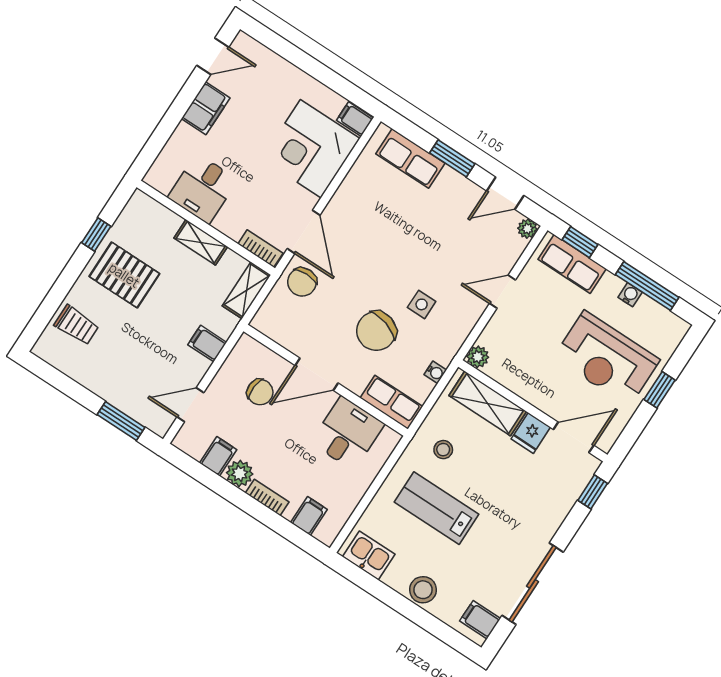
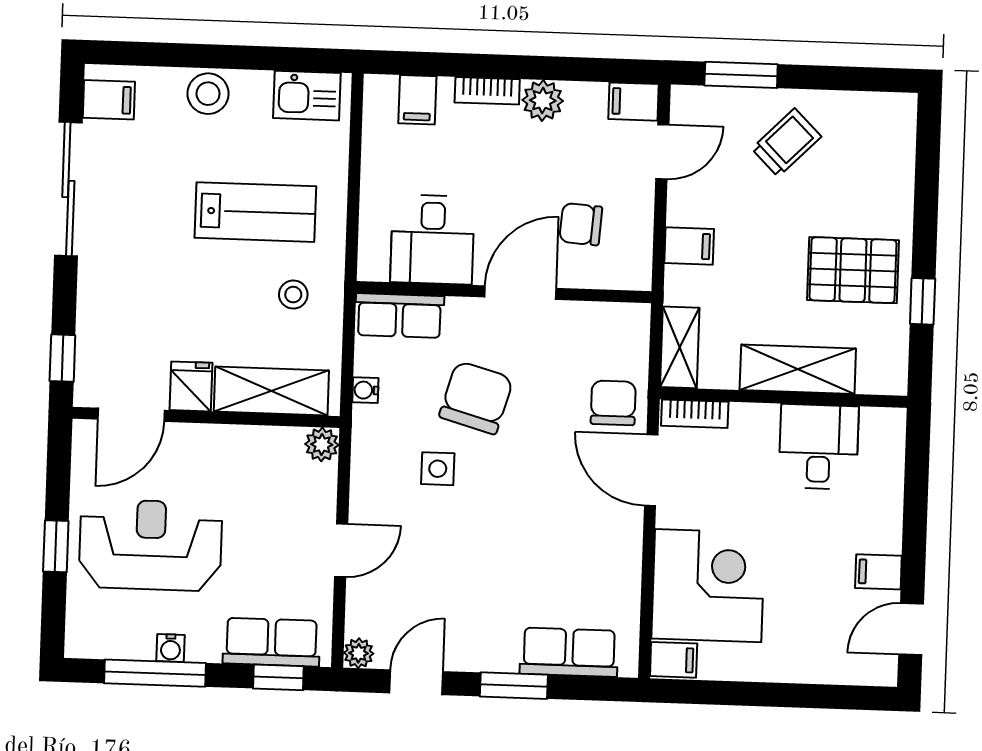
filing cabinet: (206, 108) -> (878, 572), width x0.50
shelving: (201, 242) -> (798, 369), width x1.50, depth x1.33
trolley: (77, 325) -> (786, 143), moved, turned 135
filing cabinet: (218, 456) -> (634, 102), moved, turned 90

